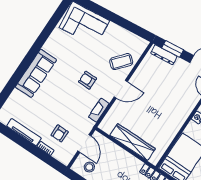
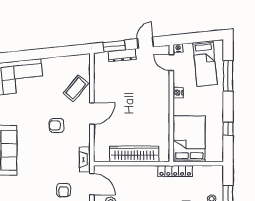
dresser: (164, 55) -> (122, 55), moved
fireplace: (99, 110) -> (85, 159), moved

